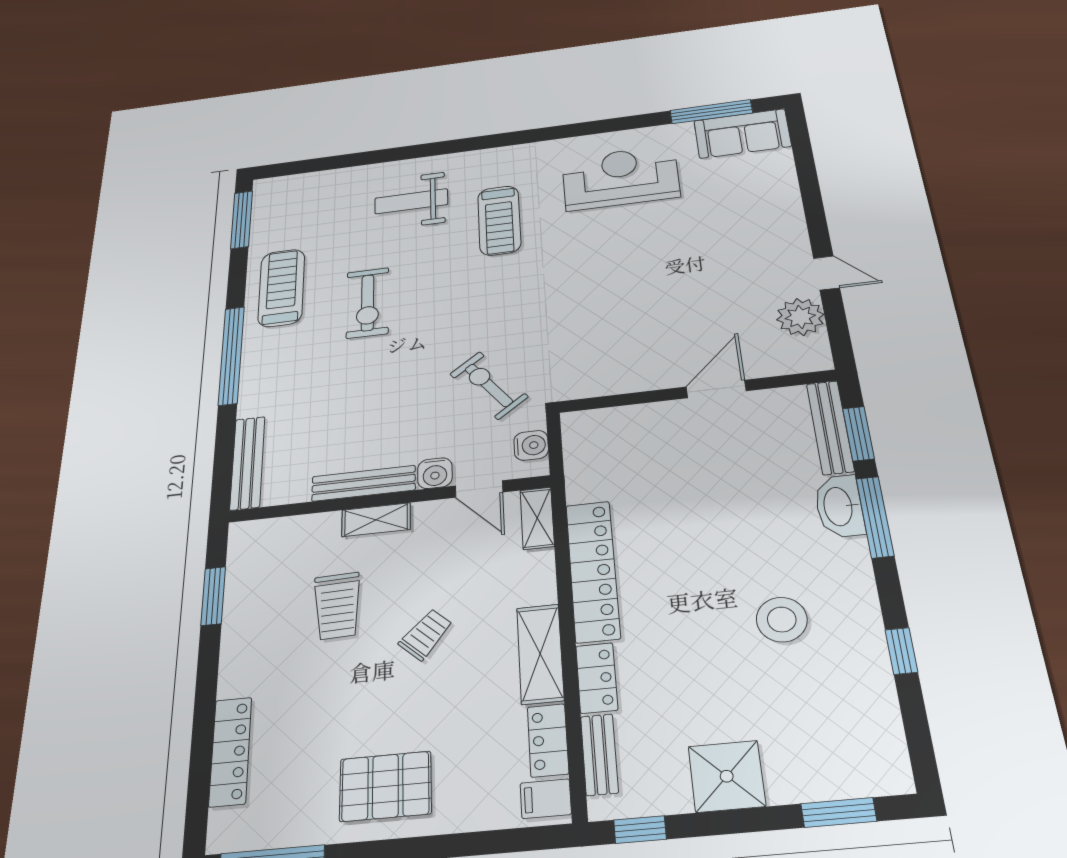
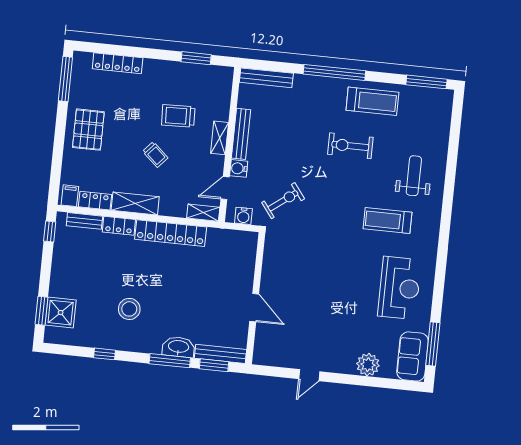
plant: (800, 317) -> (368, 365), moved
shower: (727, 776) -> (61, 313), moved

